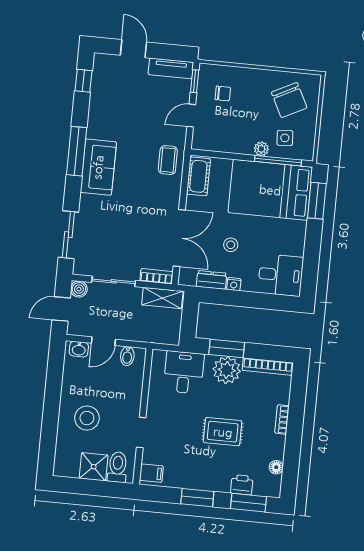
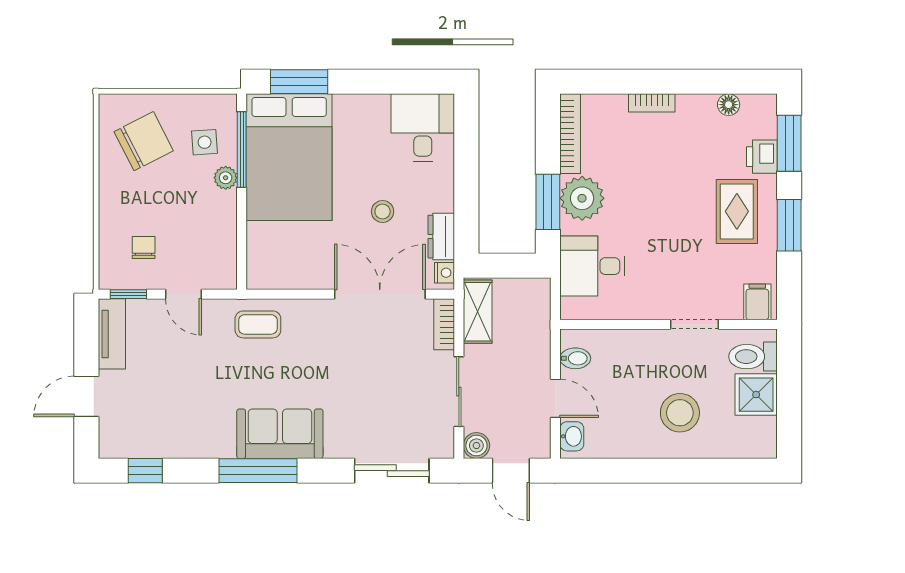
cot: (198, 176) -> (279, 273), removed
nightstand: (234, 284) -> (444, 273), moved
rug: (223, 432) -> (737, 211), moved

